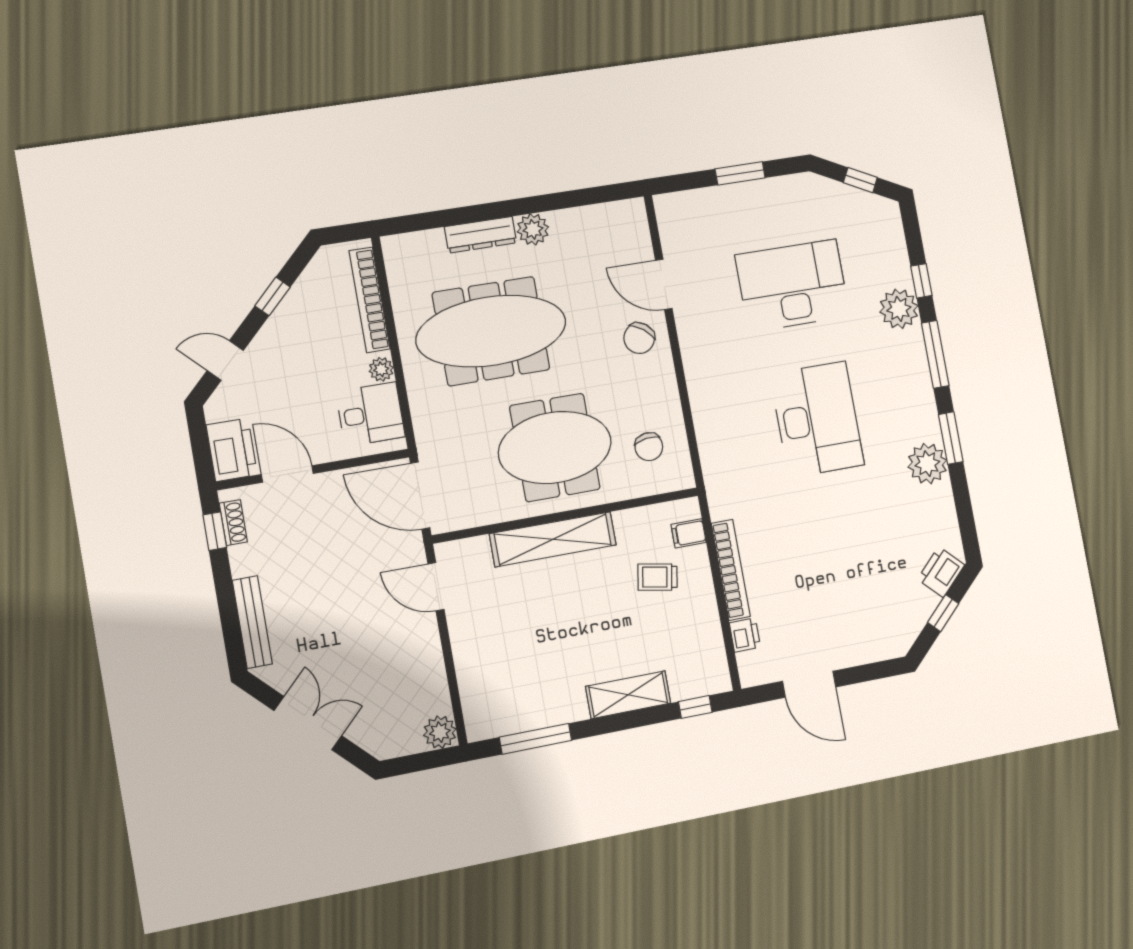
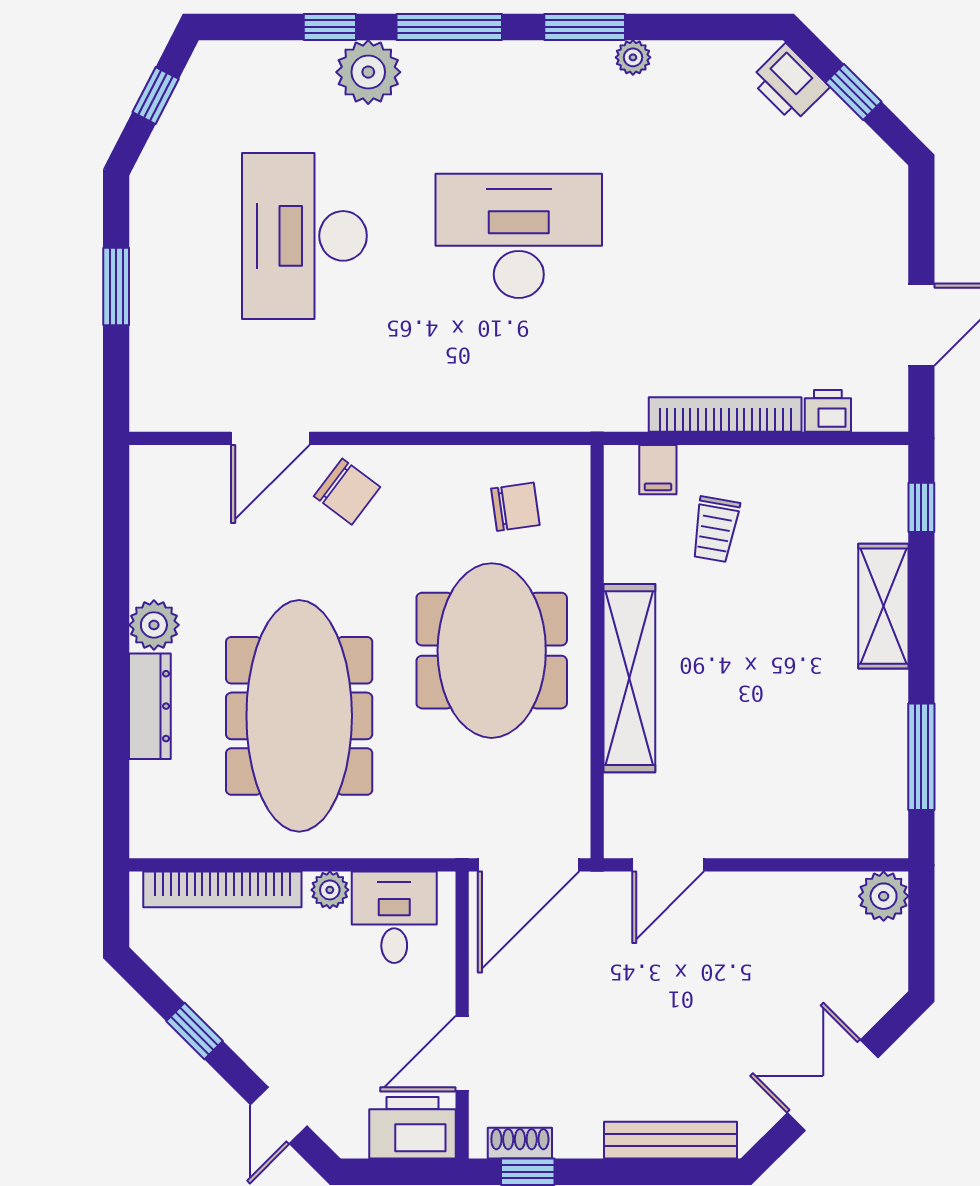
plant: (927, 464) -> (633, 57), width x0.53, depth x0.53

